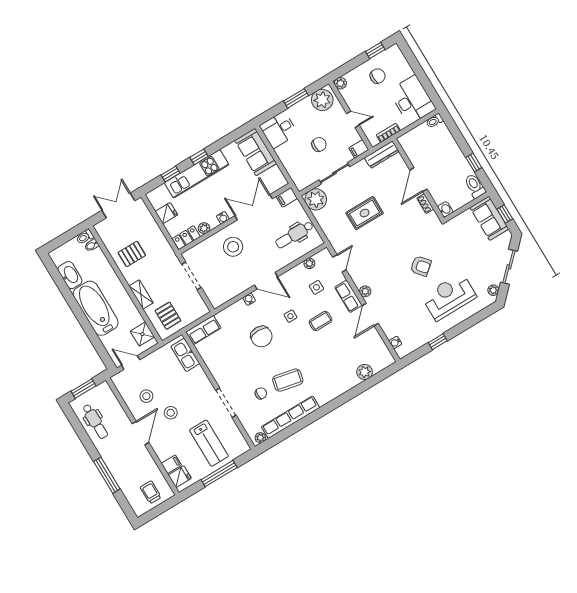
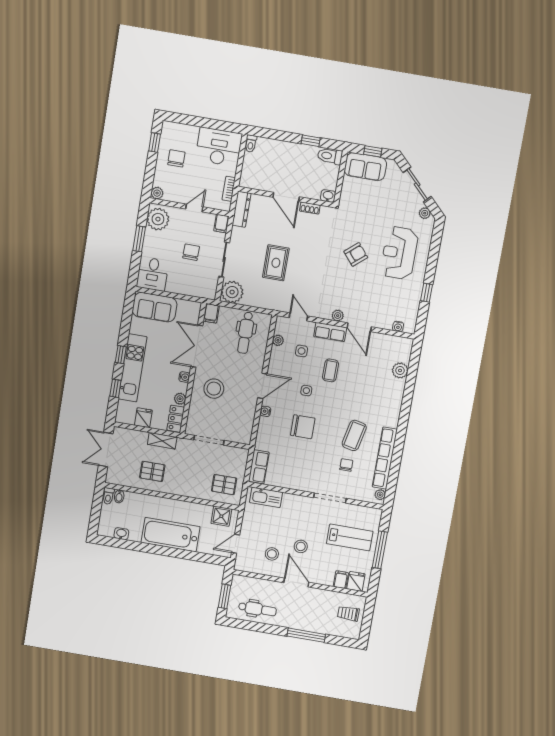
pallet: (132, 254) -> (152, 471), turned 90
washbasin: (70, 275) -> (121, 534), width x0.52, depth x0.69
shelving: (141, 294) -> (162, 441), moved

